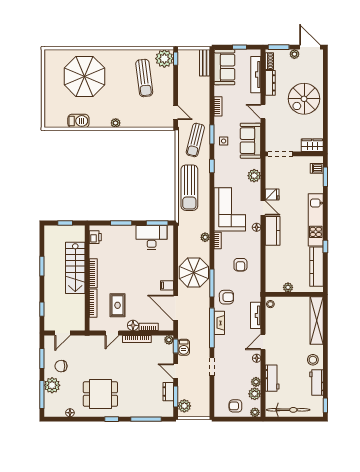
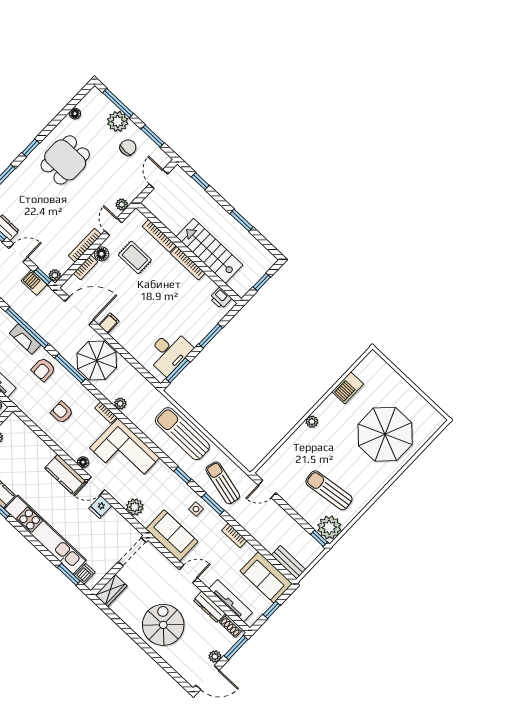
kitchen unit: (316, 220) -> (45, 535), width x1.36
plant: (95, 340) -> (122, 205), added

